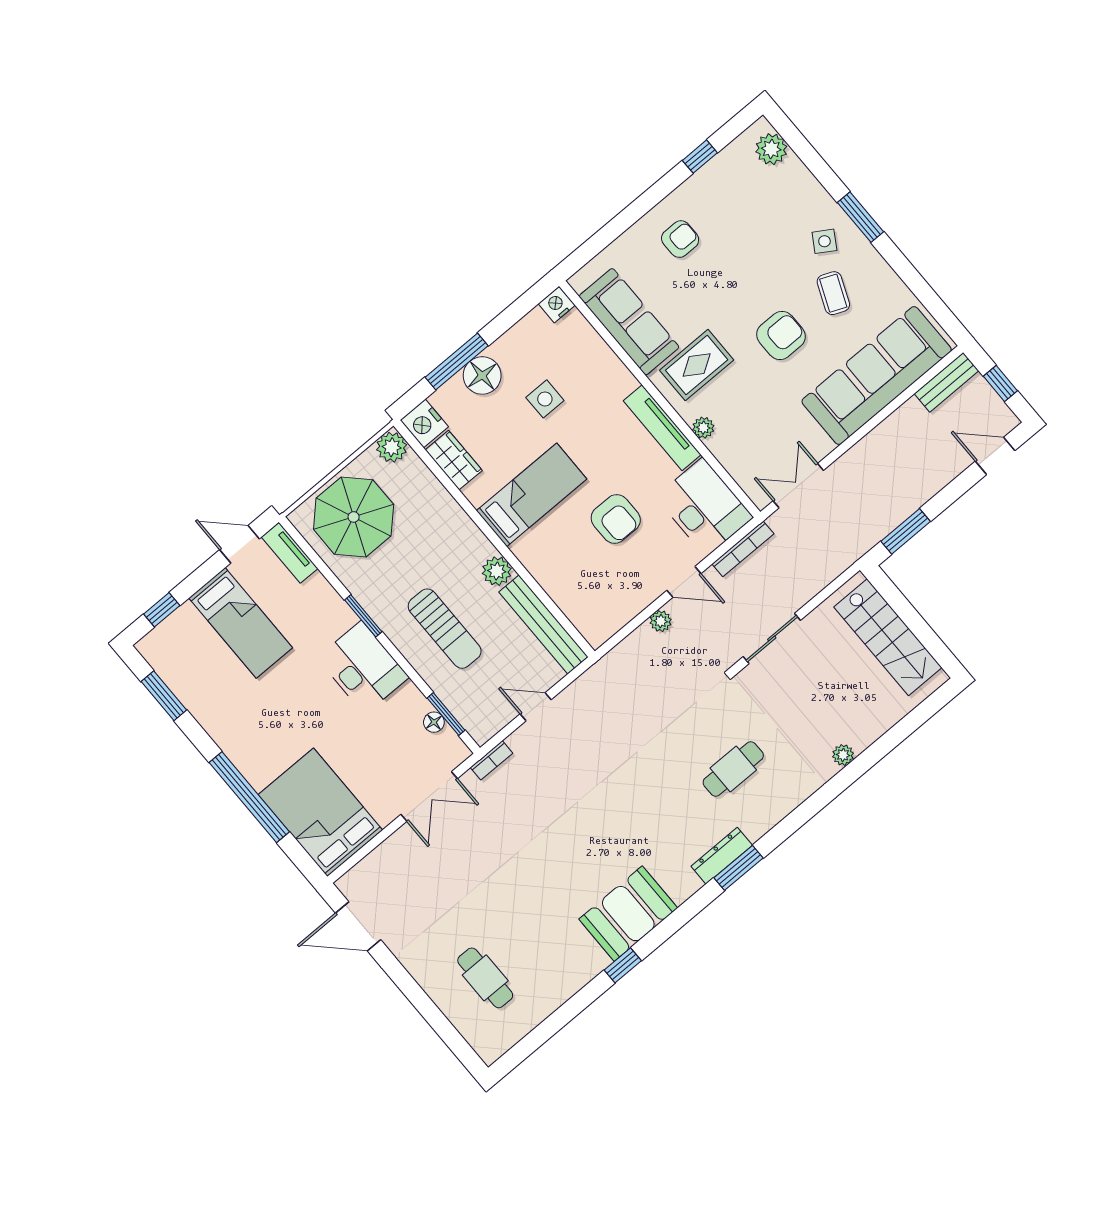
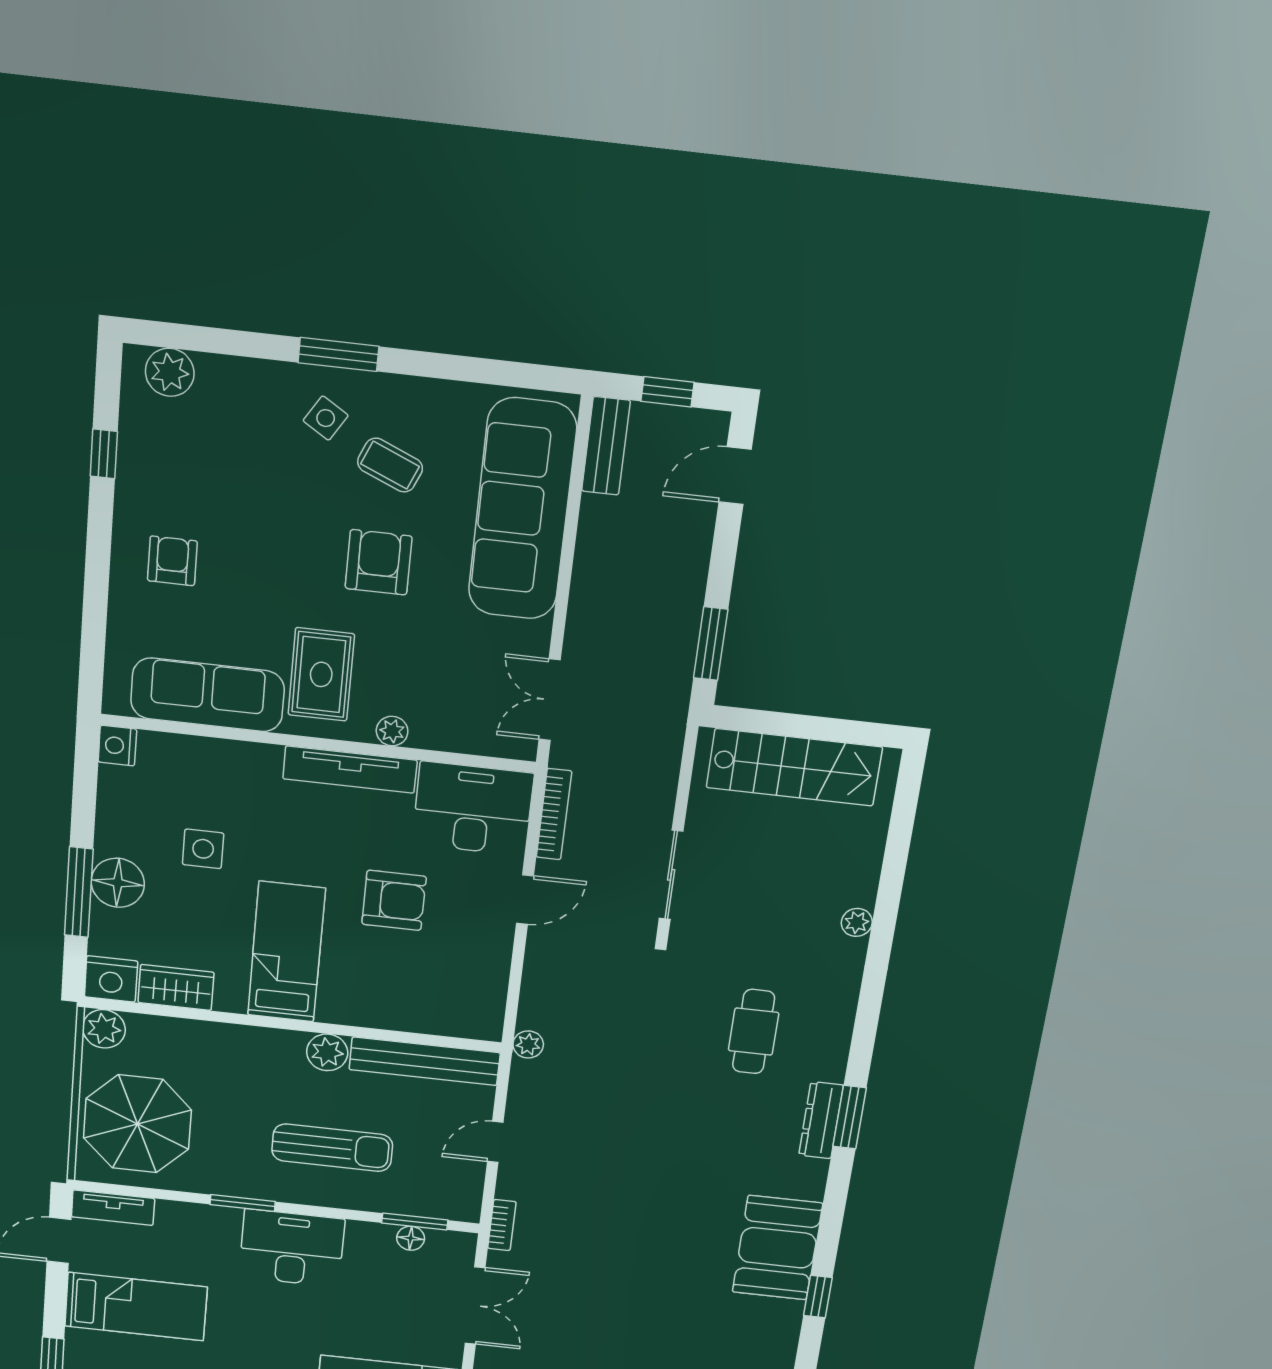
plant: (661, 621) -> (528, 1044), moved

